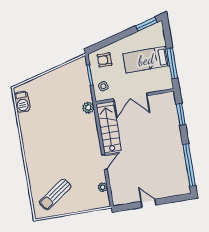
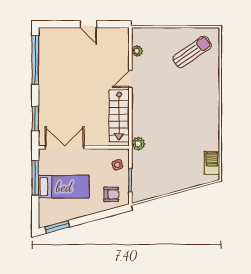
double door: (130, 97) -> (65, 147), moved

